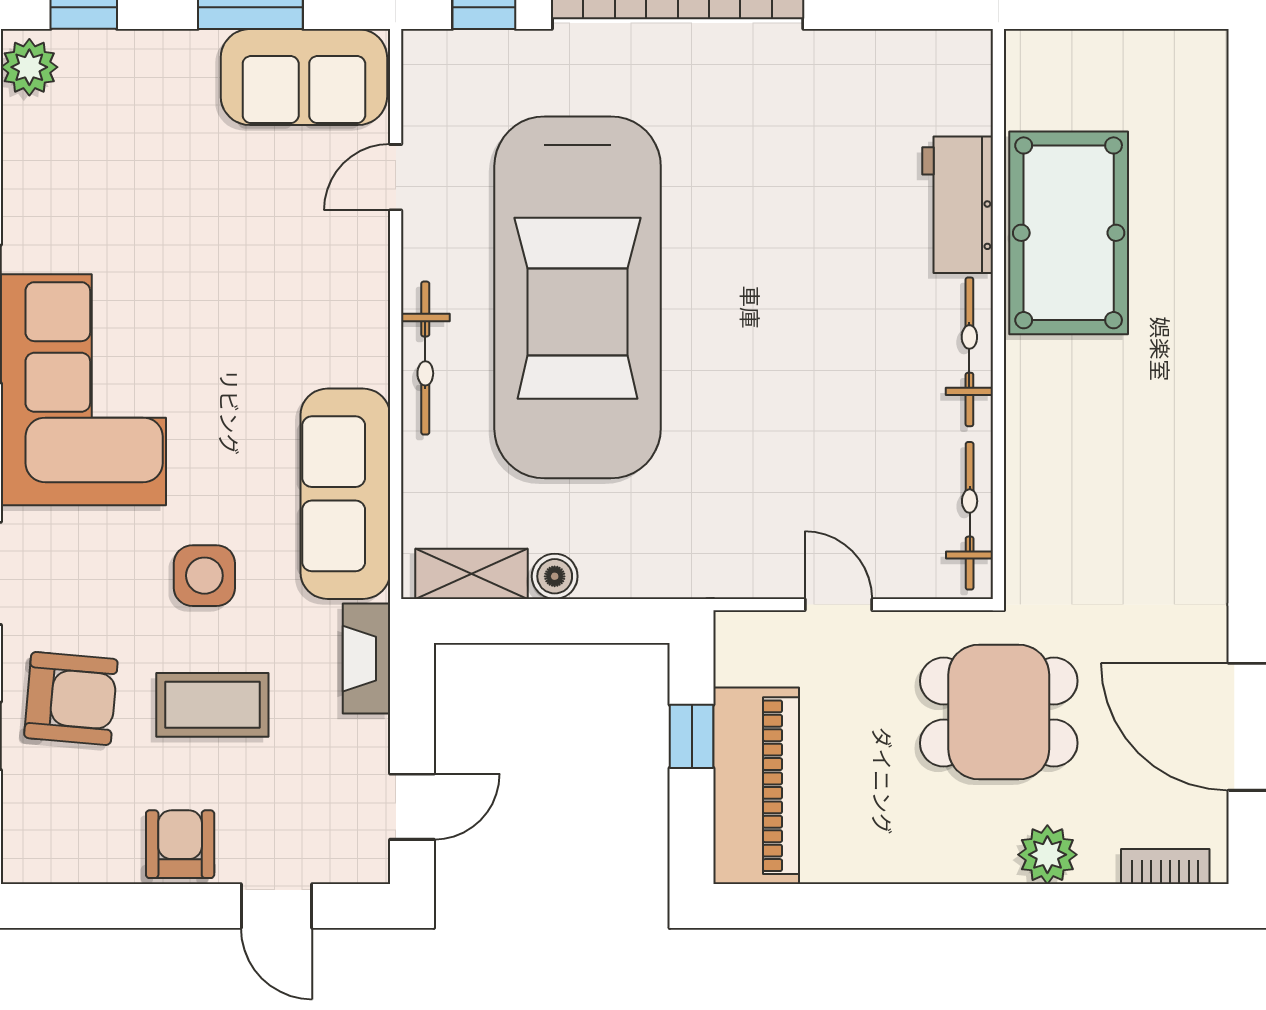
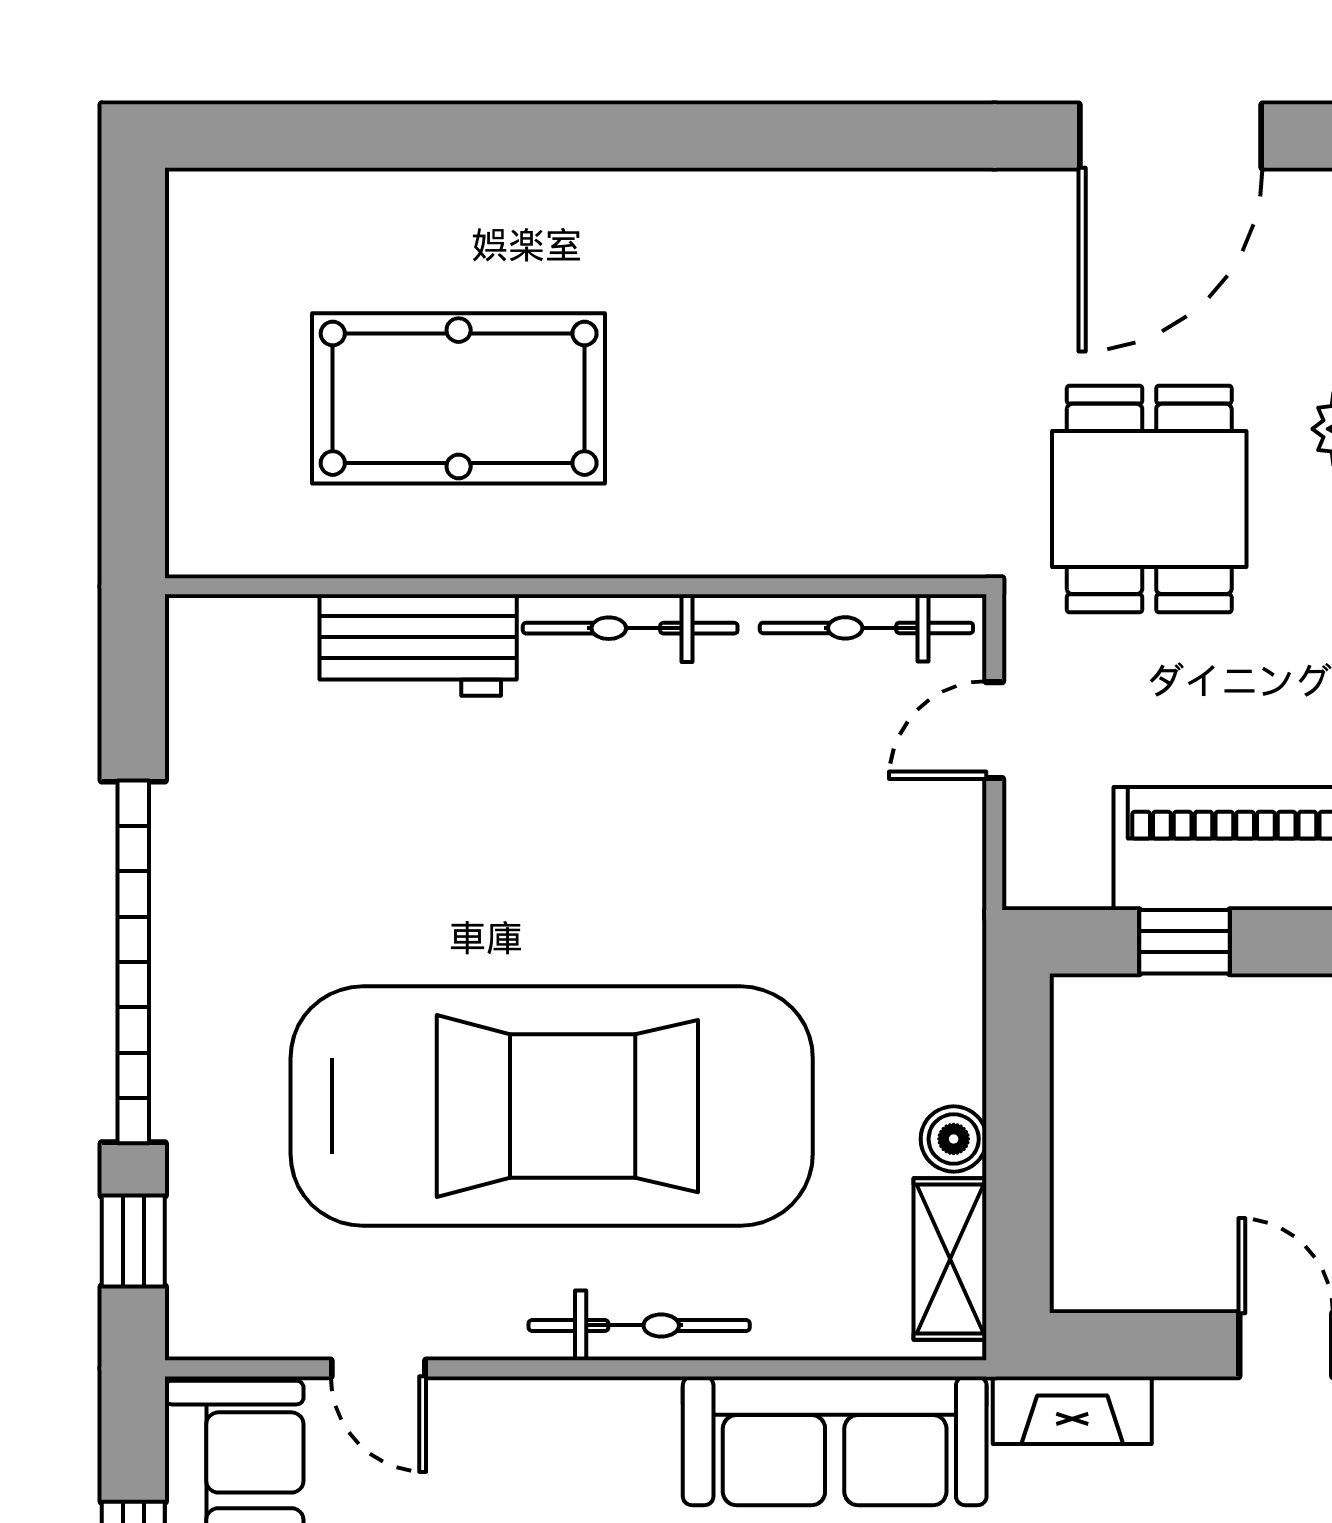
workbench: (958, 205) -> (418, 645), moved
wall: (998, 314) -> (576, 586), moved
bicycle: (969, 352) -> (630, 628), moved
bicycle: (970, 516) -> (866, 628), moved

